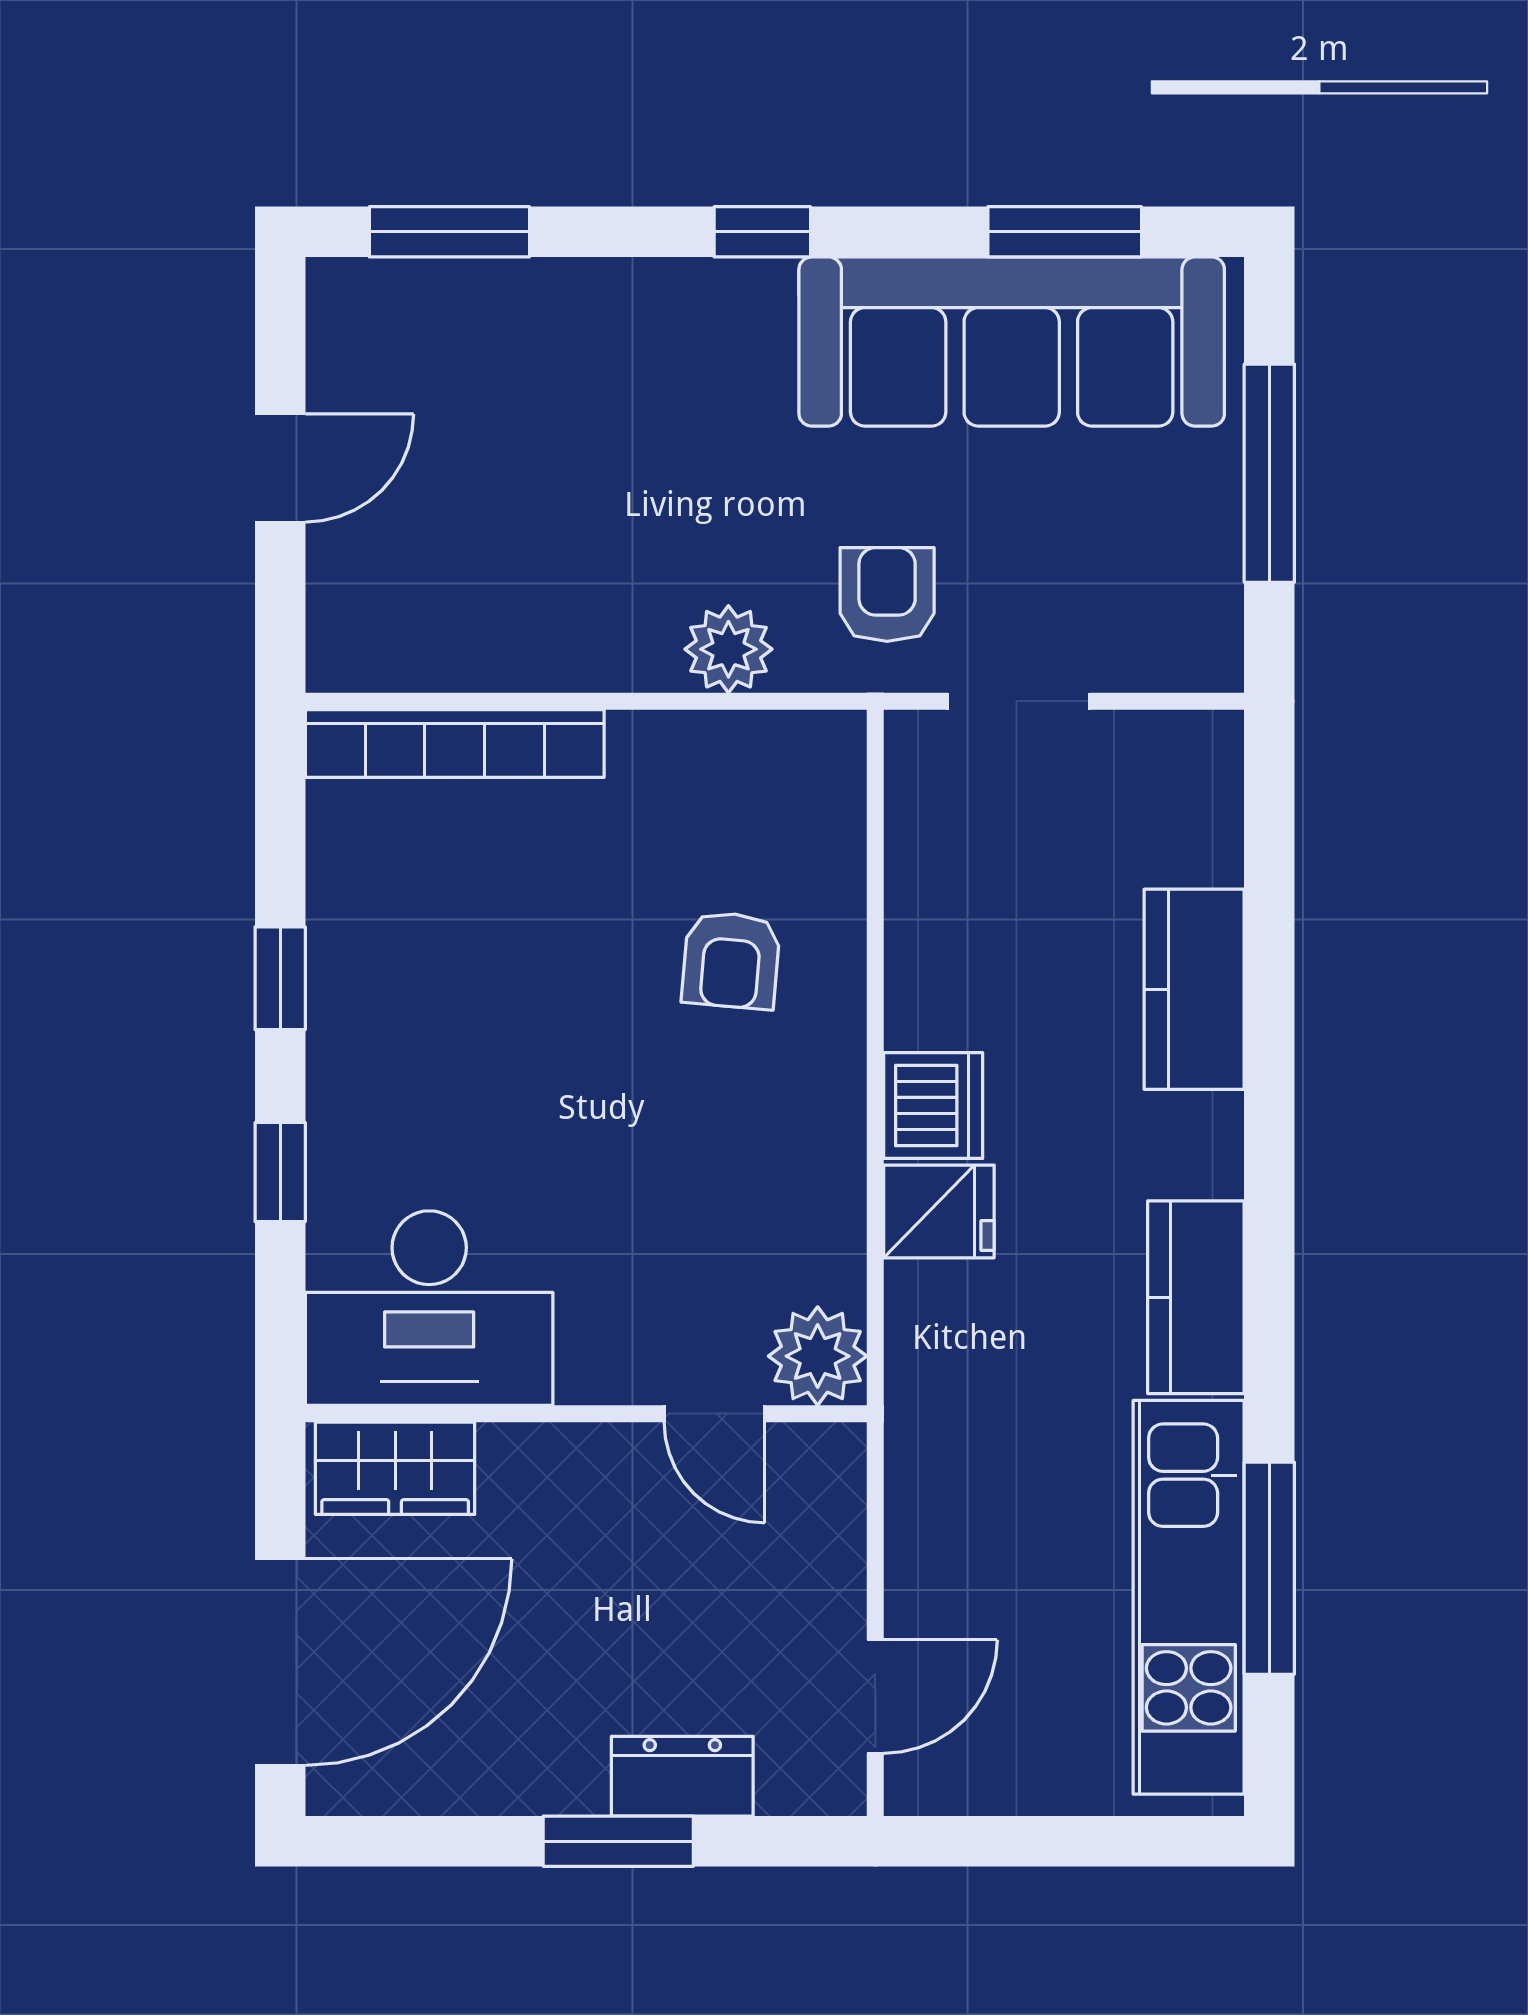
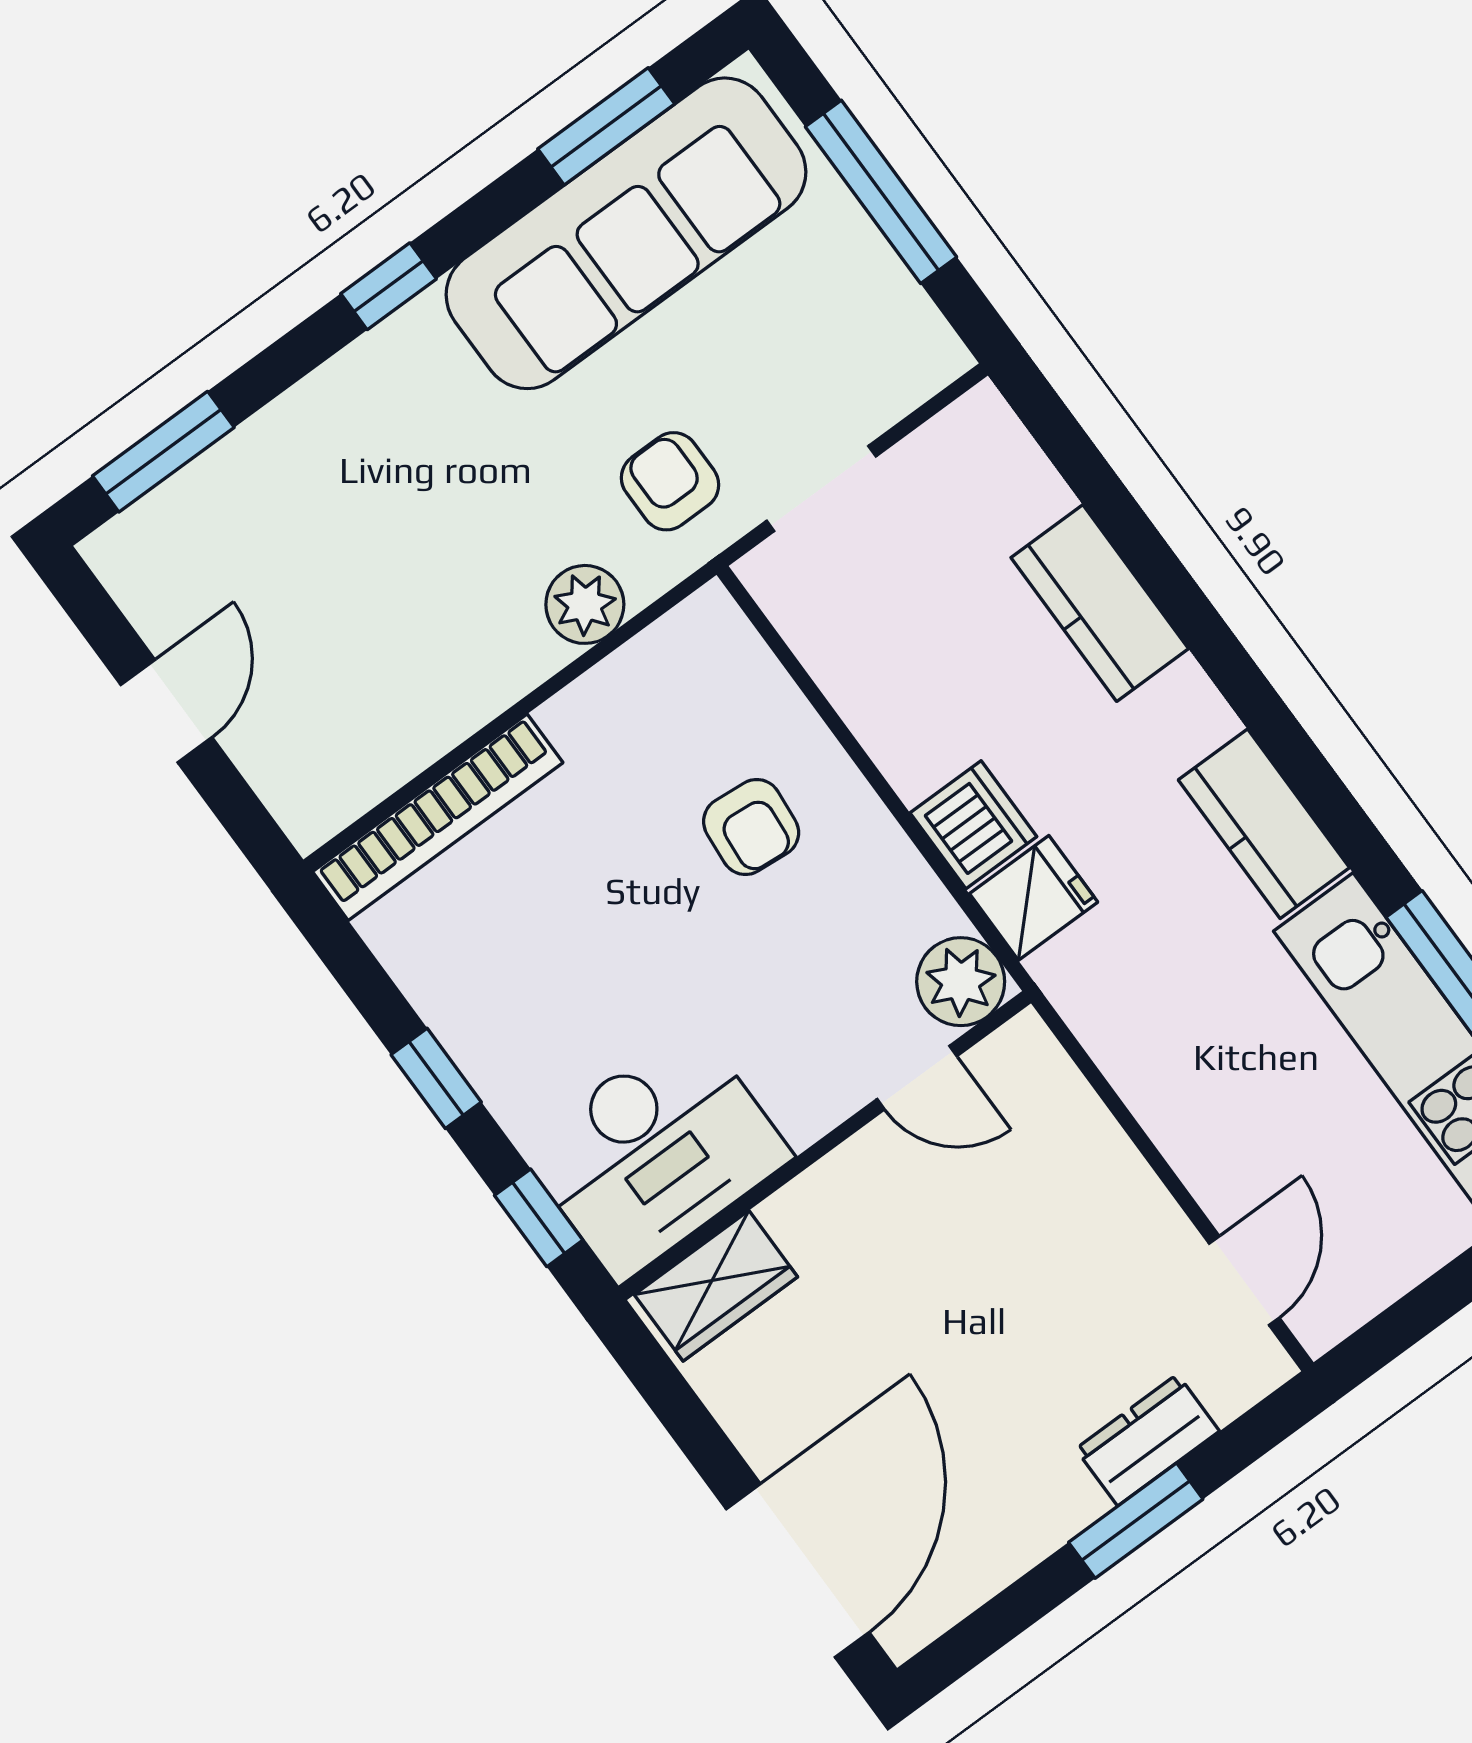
desk: (429, 1308) -> (656, 1152), moved
plant: (818, 1356) -> (961, 982), moved
wall: (586, 1414) -> (825, 1146), moved
door: (715, 1414) -> (917, 1078), moved
wardrobe: (395, 1468) -> (716, 1286), moved

